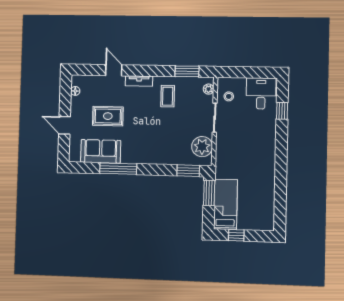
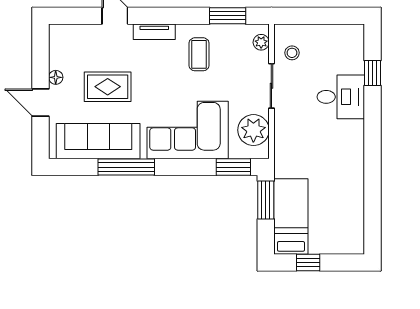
floor lamp: (75, 91) -> (56, 77), moved
desk: (261, 93) -> (341, 97), moved, turned 90
corner sofa: (159, 146) -> (188, 130), added
sofa: (101, 151) -> (98, 141), width x1.36

